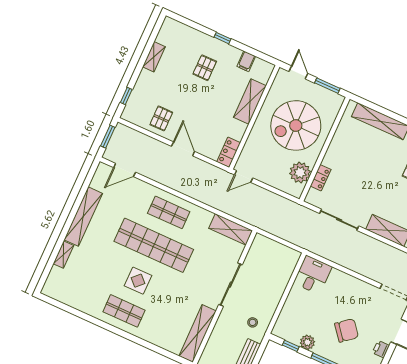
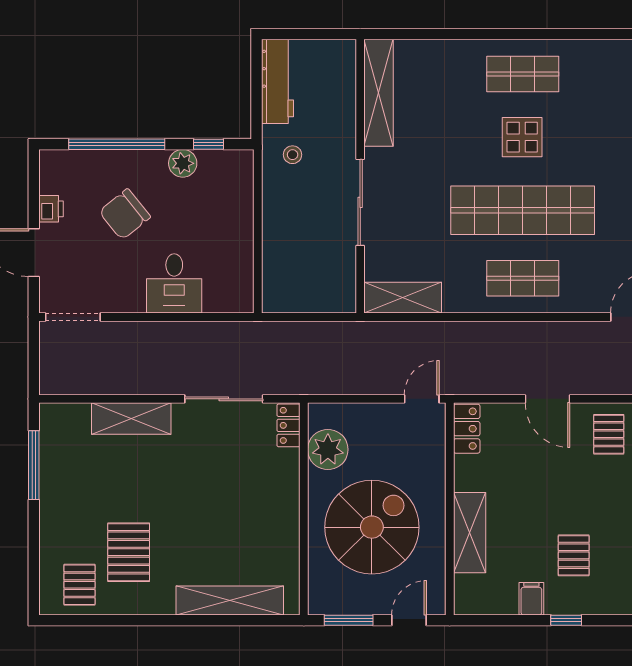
filing cabinet: (246, 61) -> (531, 599), moved
door: (298, 72) -> (409, 620), swing flipped
locker: (321, 178) -> (289, 425), moved
desk: (313, 275) -> (174, 283), moved

